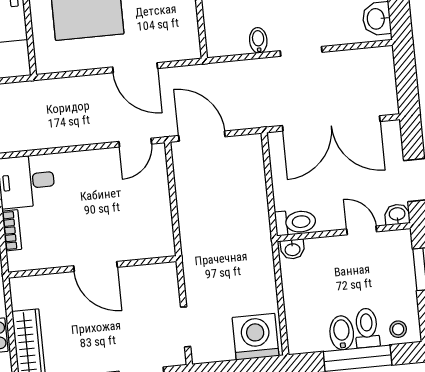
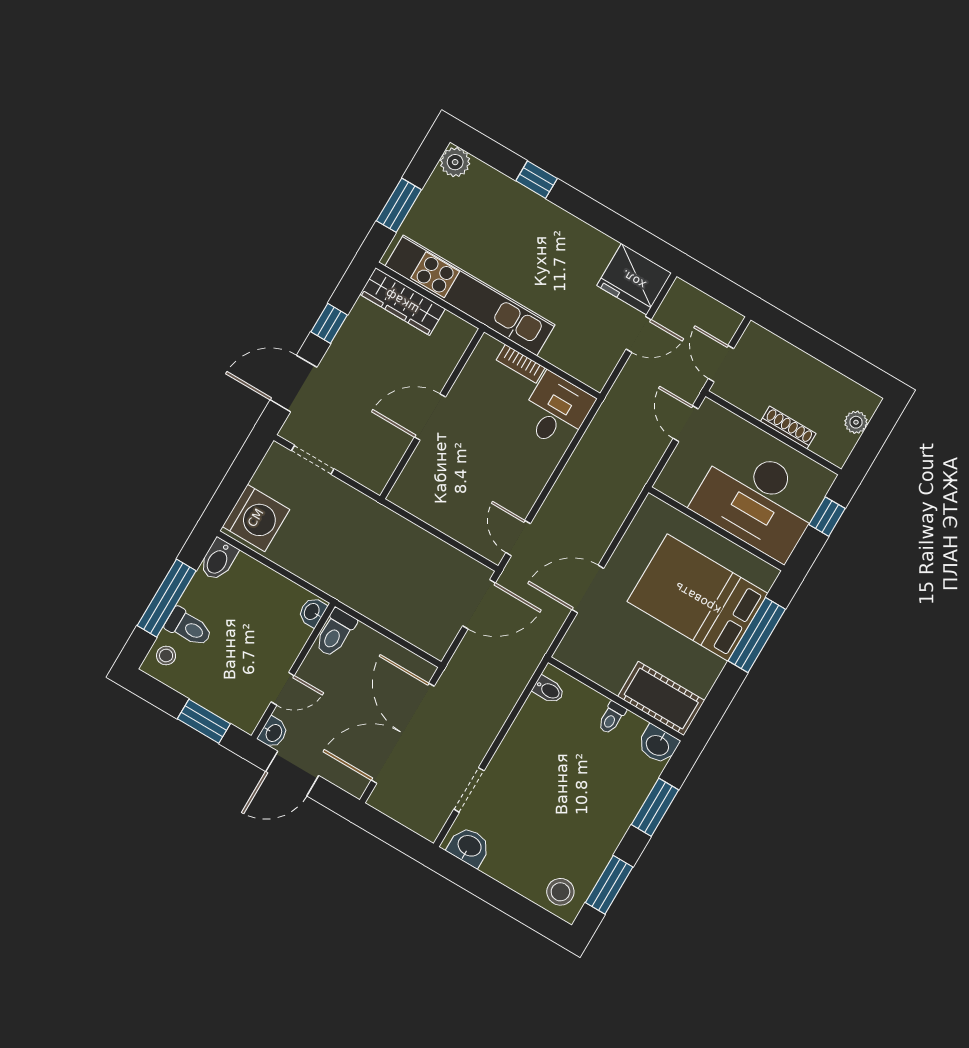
bidet: (258, 40) -> (549, 690), moved
doorway: (301, 51) -> (469, 790), moved
bidet: (342, 333) -> (218, 560), moved, turned 90

